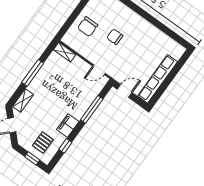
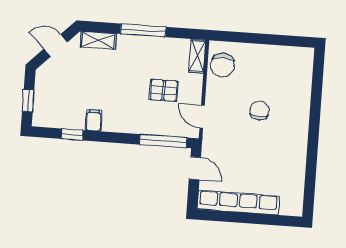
chair: (88, 27) -> (222, 65), moved, turned -90
window: (92, 109) -> (163, 141), moved
filing cabinet: (68, 126) -> (94, 120), width x0.50
pallet: (43, 143) -> (164, 90), moved

